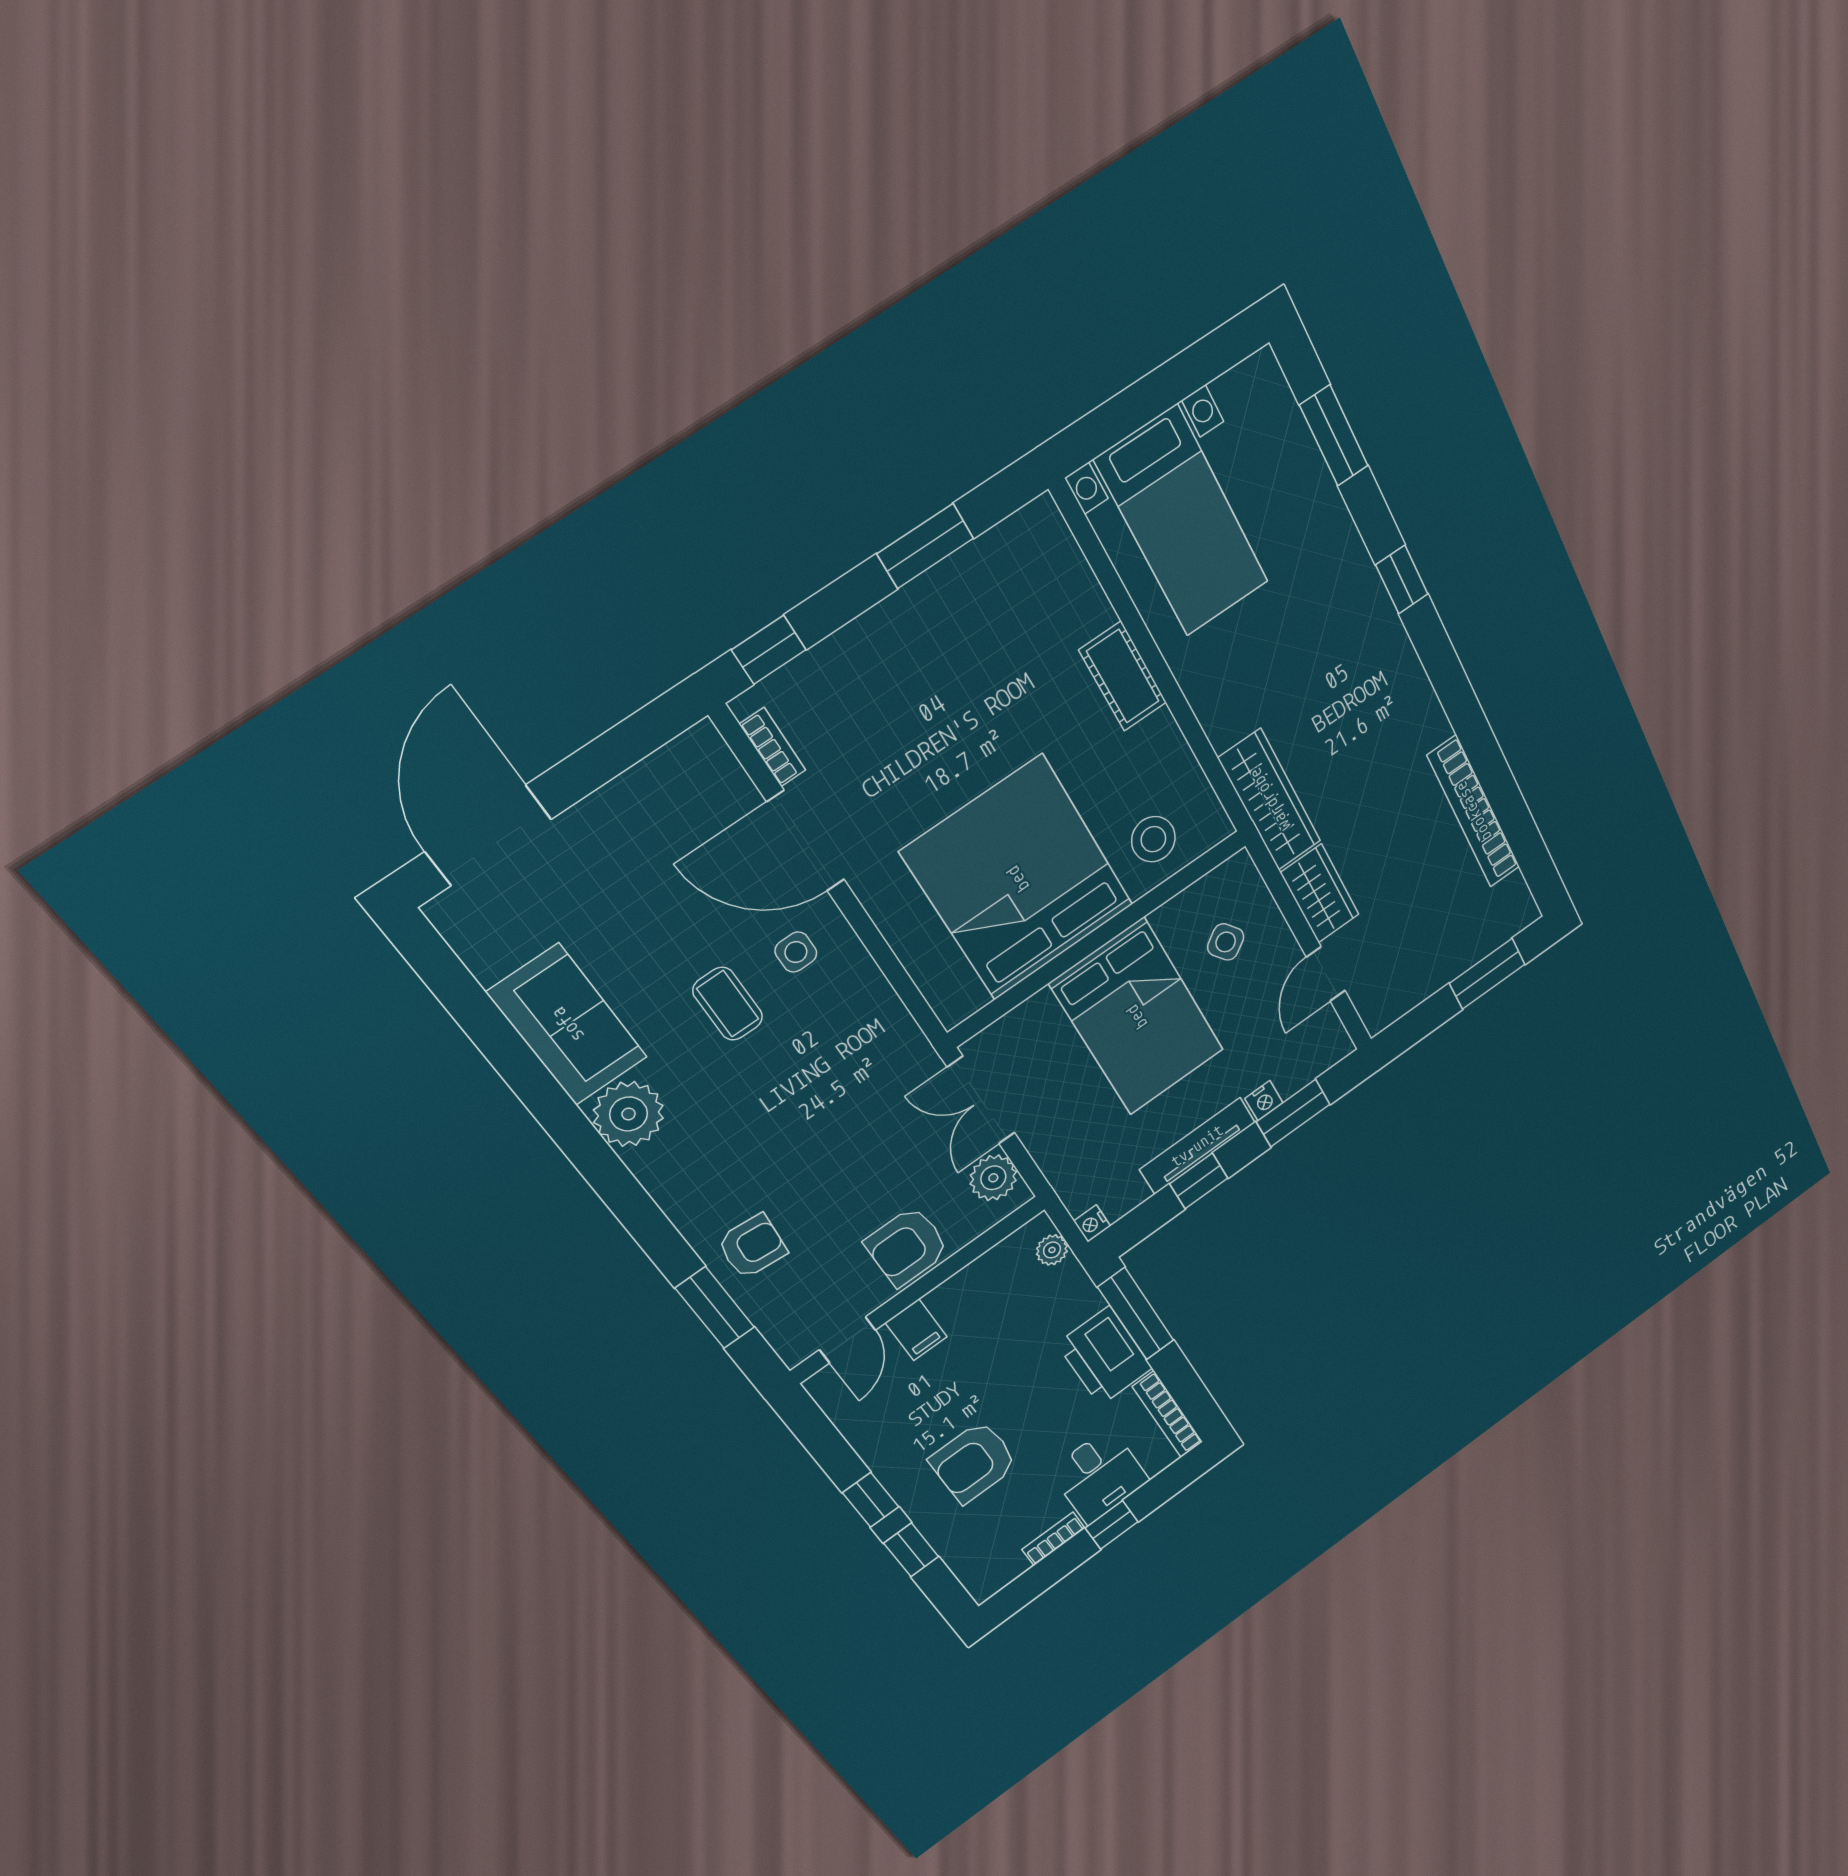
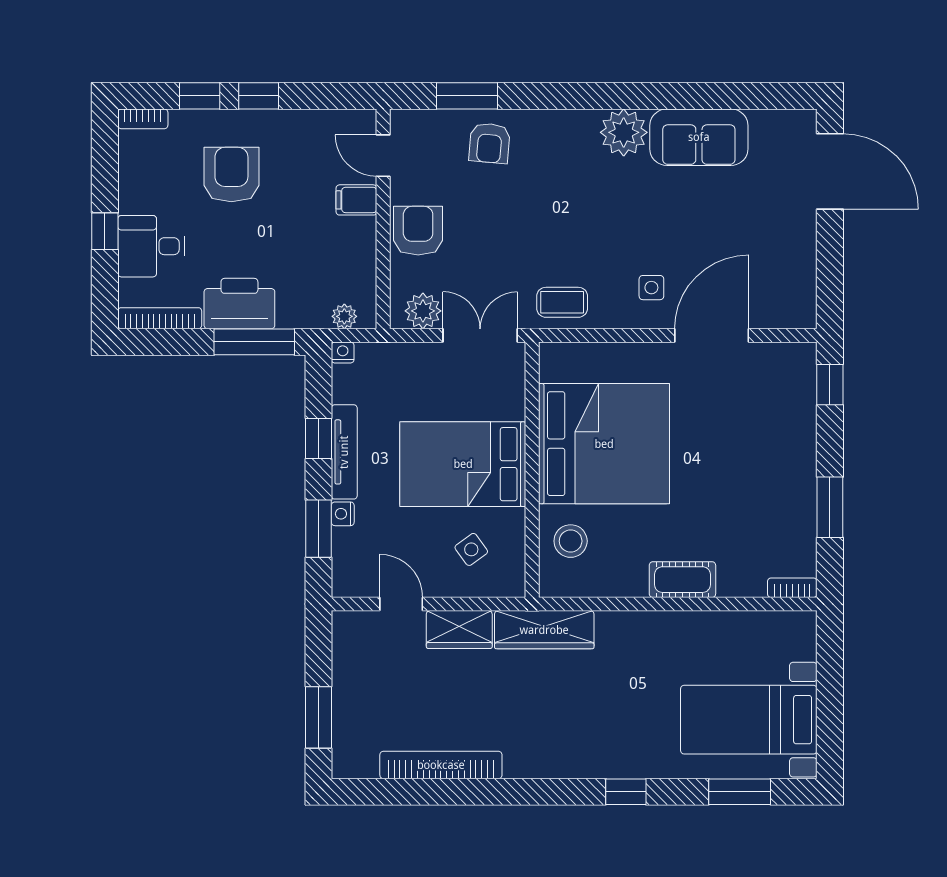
bed with nightstands: (1182, 522) -> (749, 720), moved
bookcase: (773, 747) -> (792, 588), moved, turned 180
coffee table: (728, 1004) -> (562, 302), moved
bookcase: (1054, 1539) -> (143, 119), moved, turned 90

